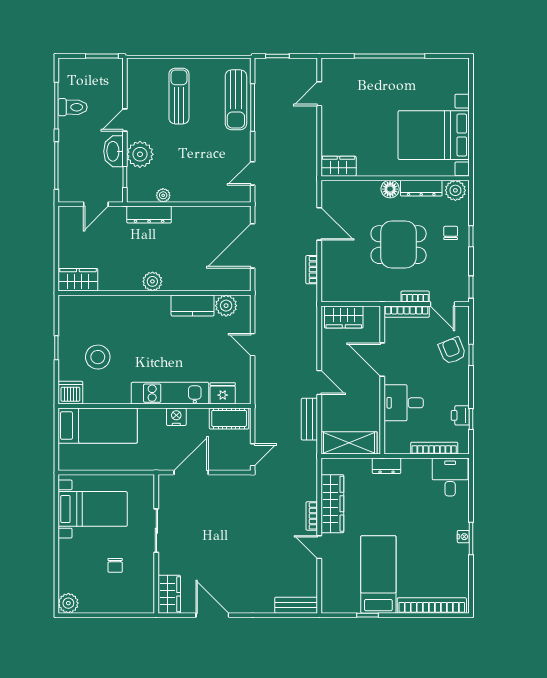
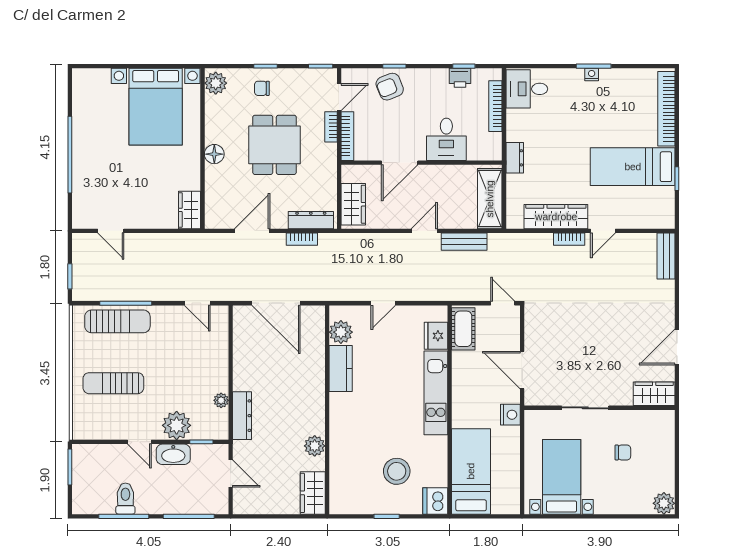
dresser: (421, 188) -> (311, 220), moved, turned -90
plant: (152, 281) -> (315, 446), moved
nightstand: (176, 417) -> (510, 415), moved, turned 180

